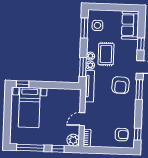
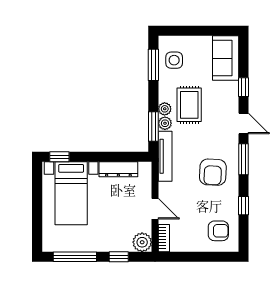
armchair: (120, 85) -> (213, 172), moved
dresser: (60, 93) -> (118, 169), added
door: (82, 119) -> (155, 209), swing flipped
window: (138, 134) -> (243, 206), moved

